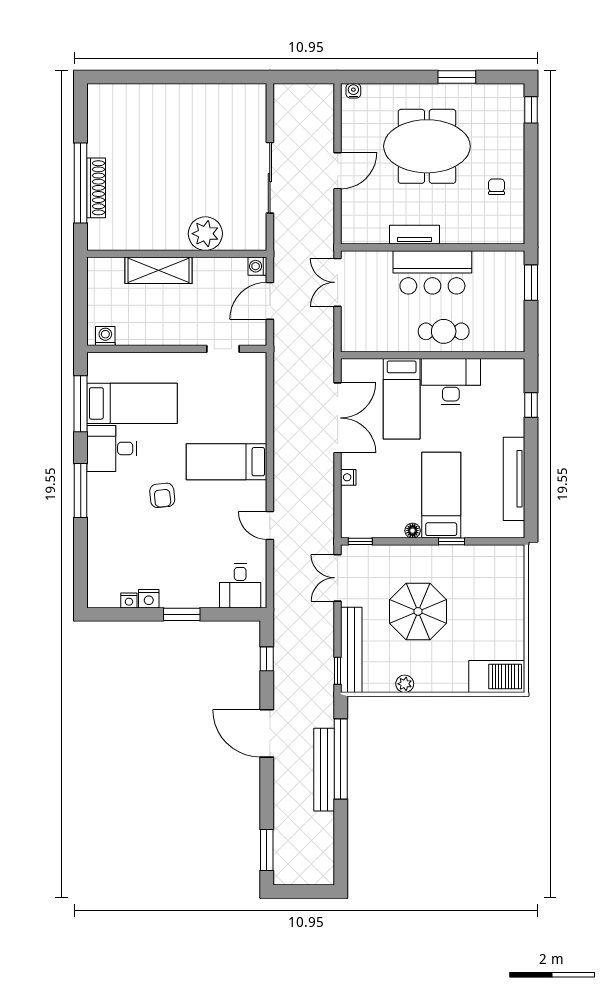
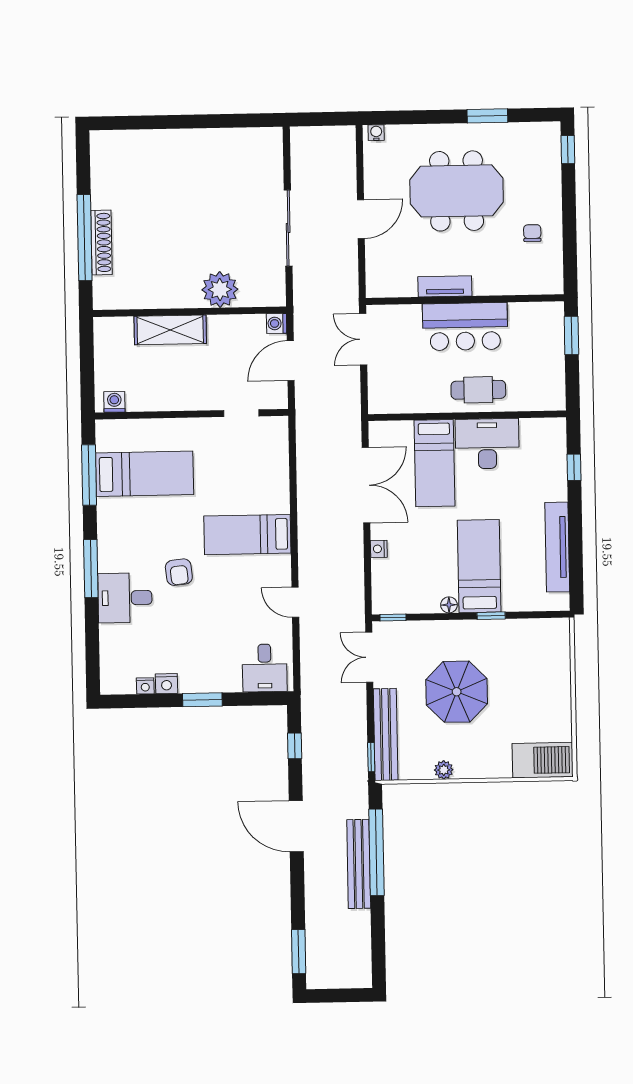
desk: (112, 448) -> (125, 598), moved

